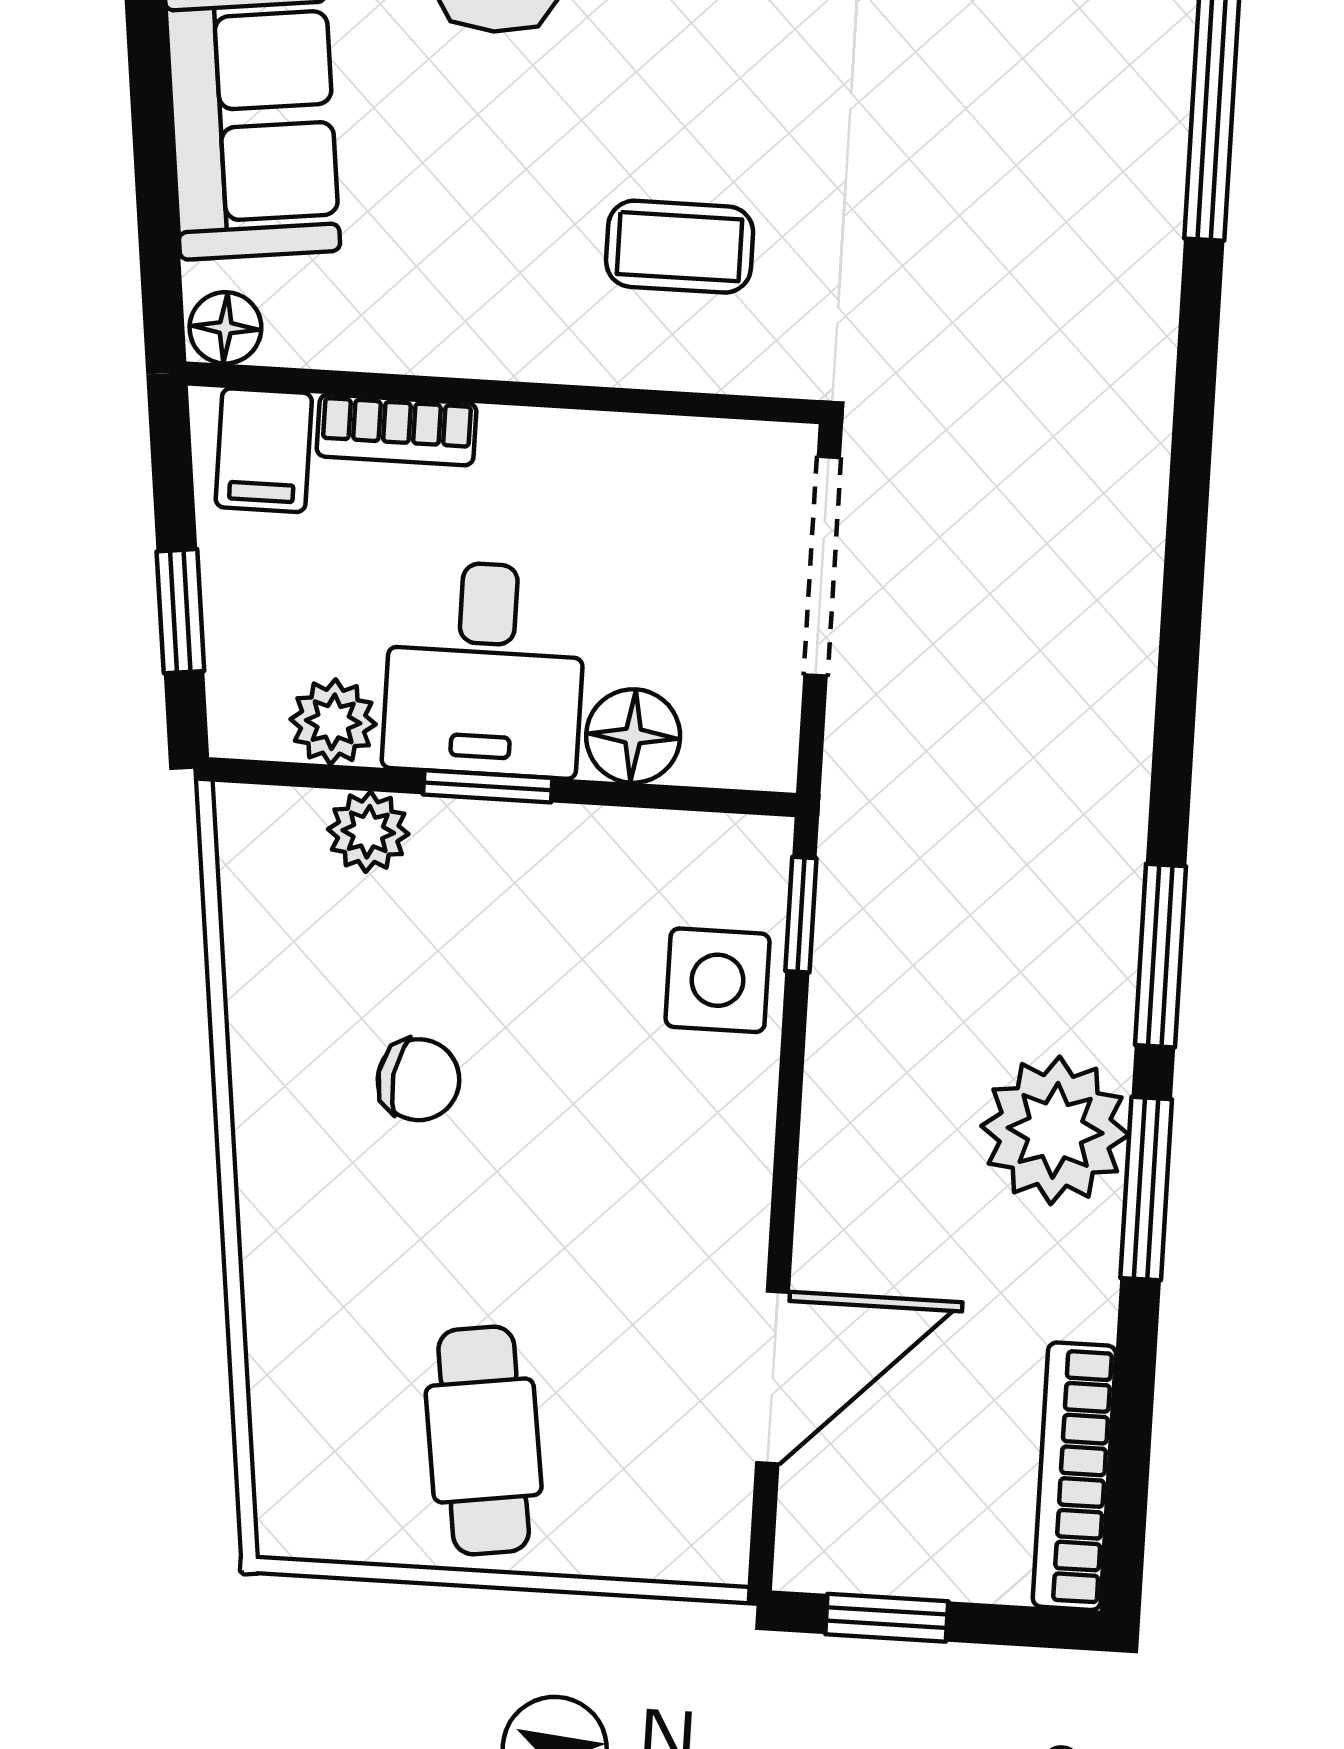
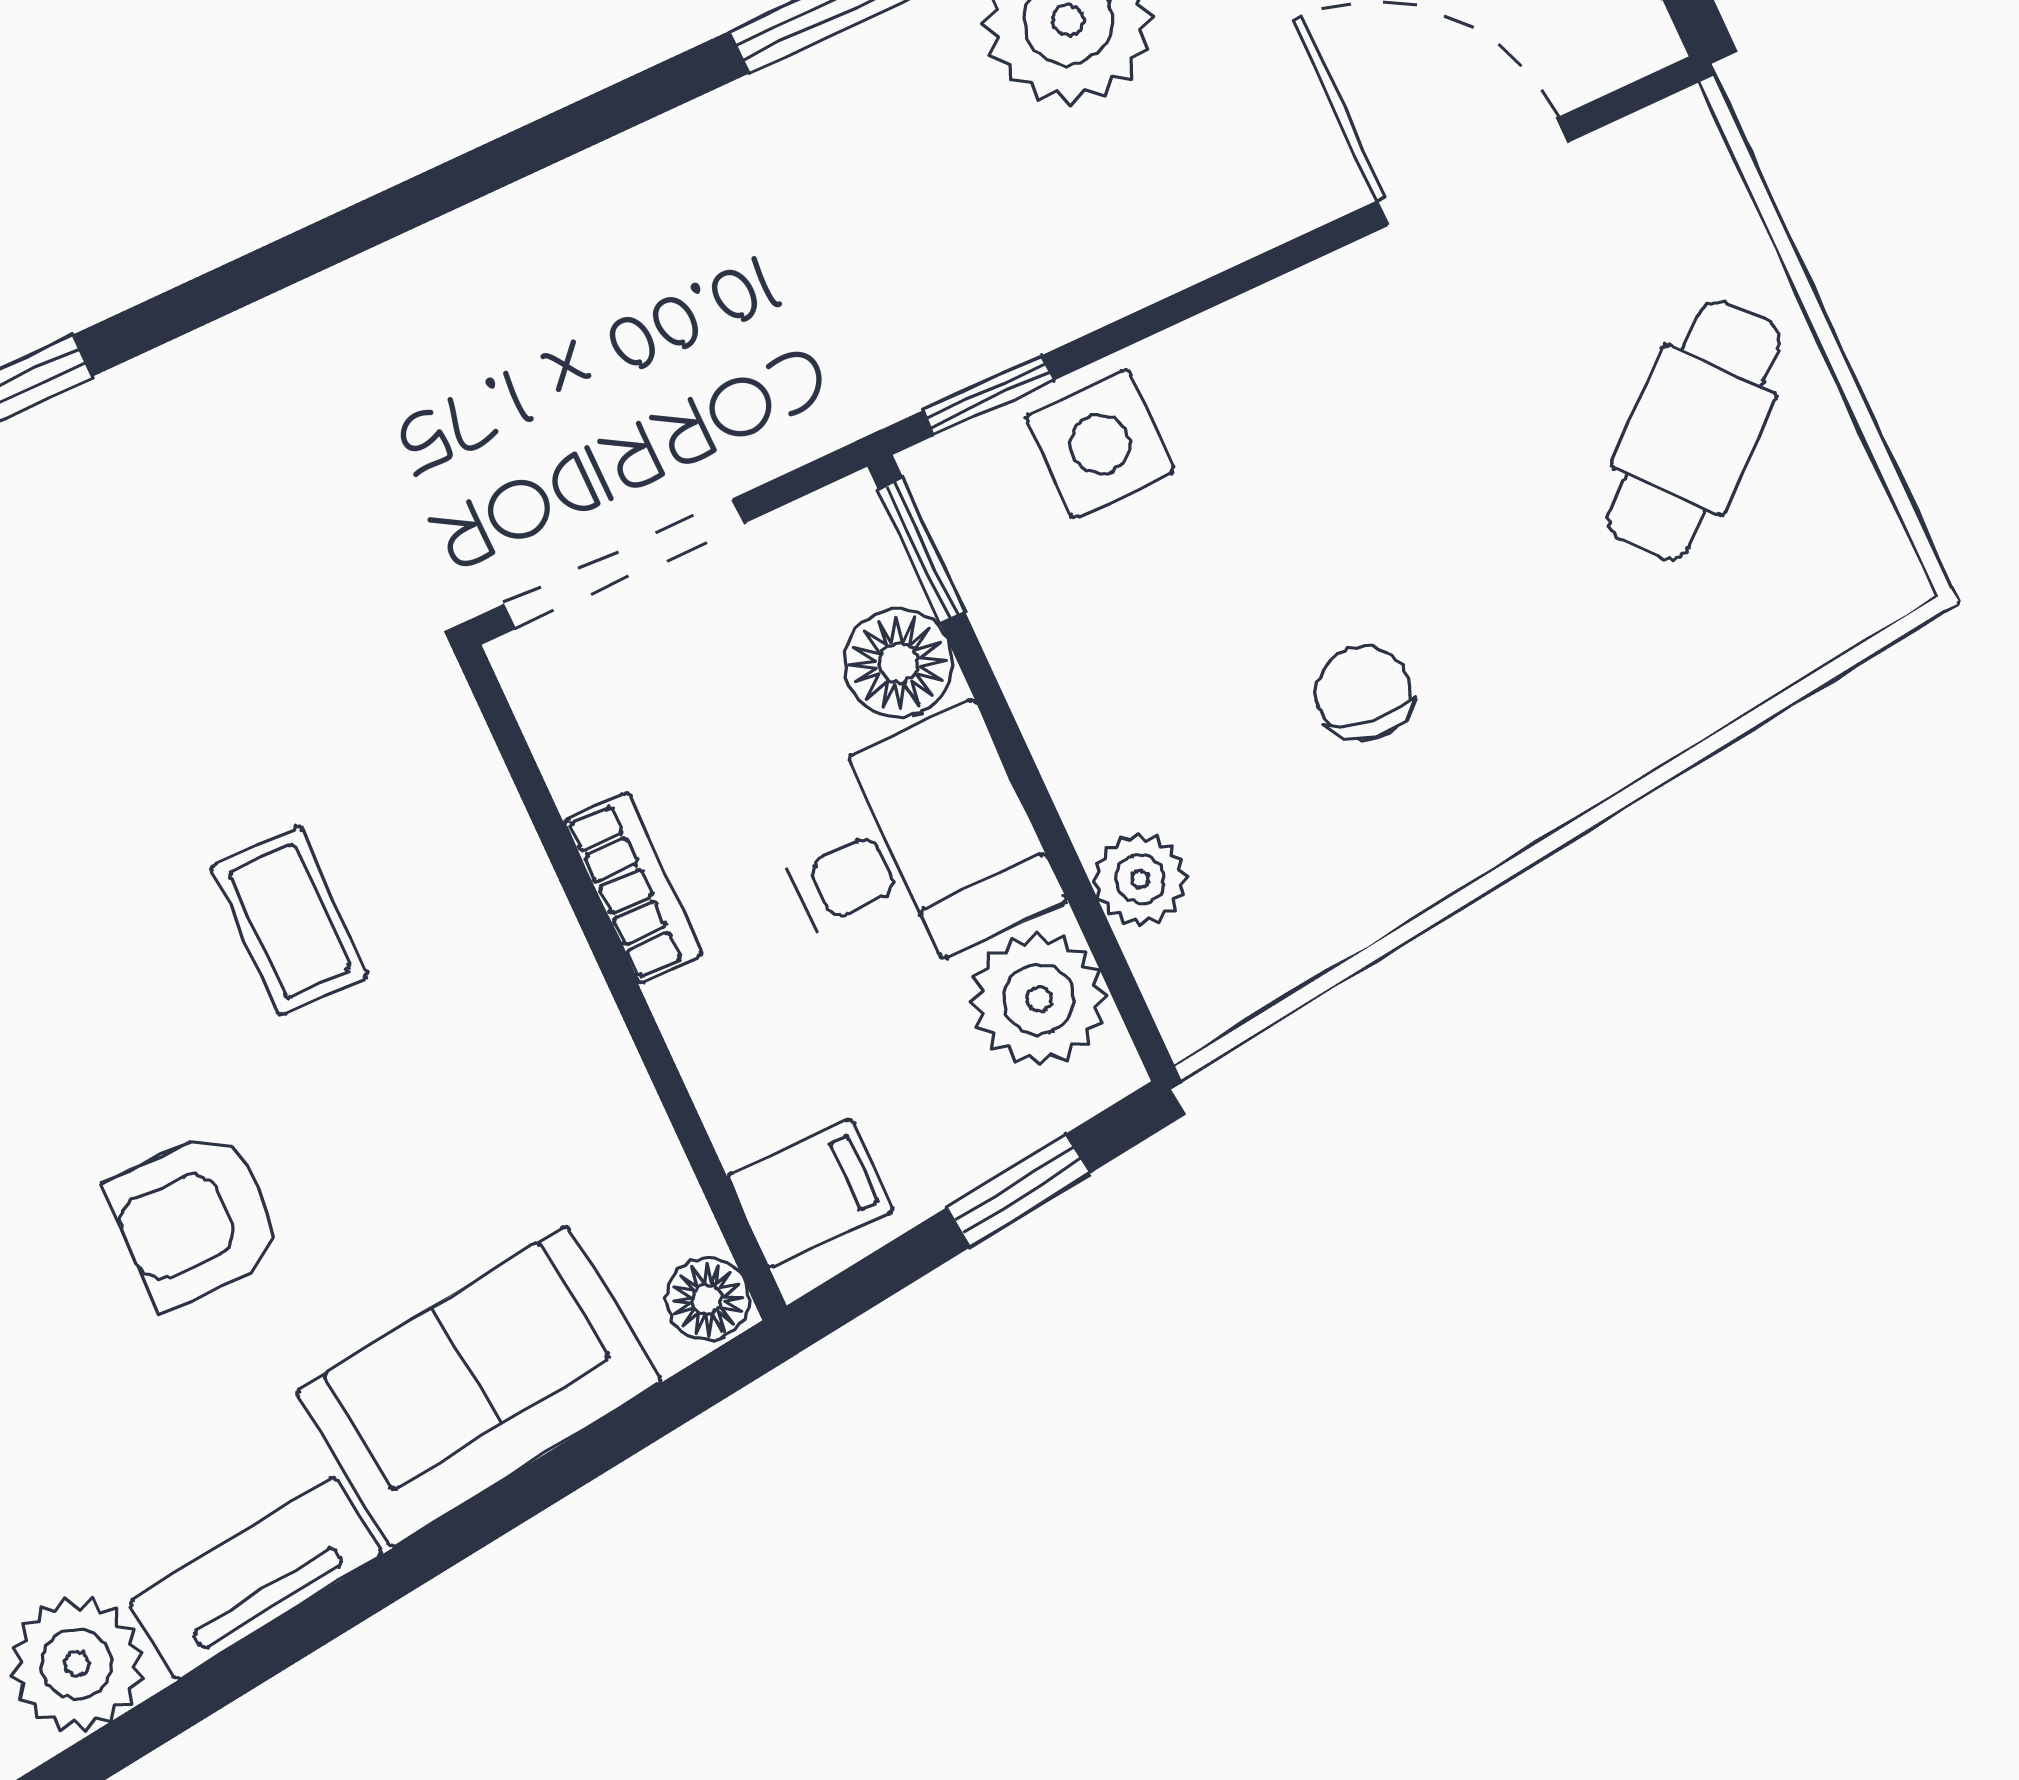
coffee table: (680, 247) -> (290, 921), moved
bookcase: (397, 430) -> (633, 888), moved
plant: (333, 722) -> (1039, 999), width x1.38, depth x1.38
window: (488, 786) -> (922, 551), moved
cafe table: (484, 1440) -> (1694, 430), turned -33

